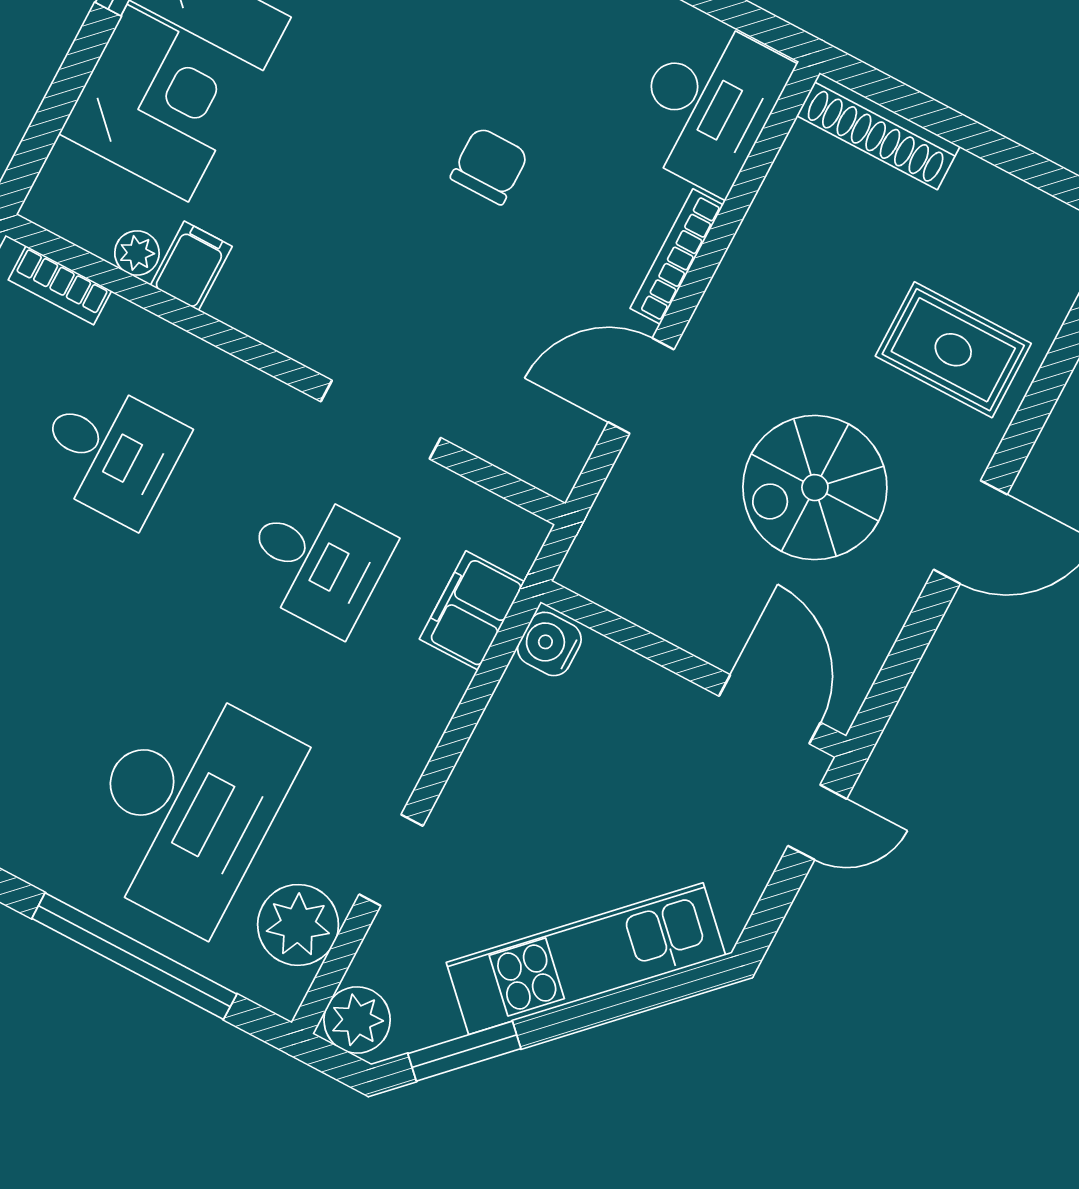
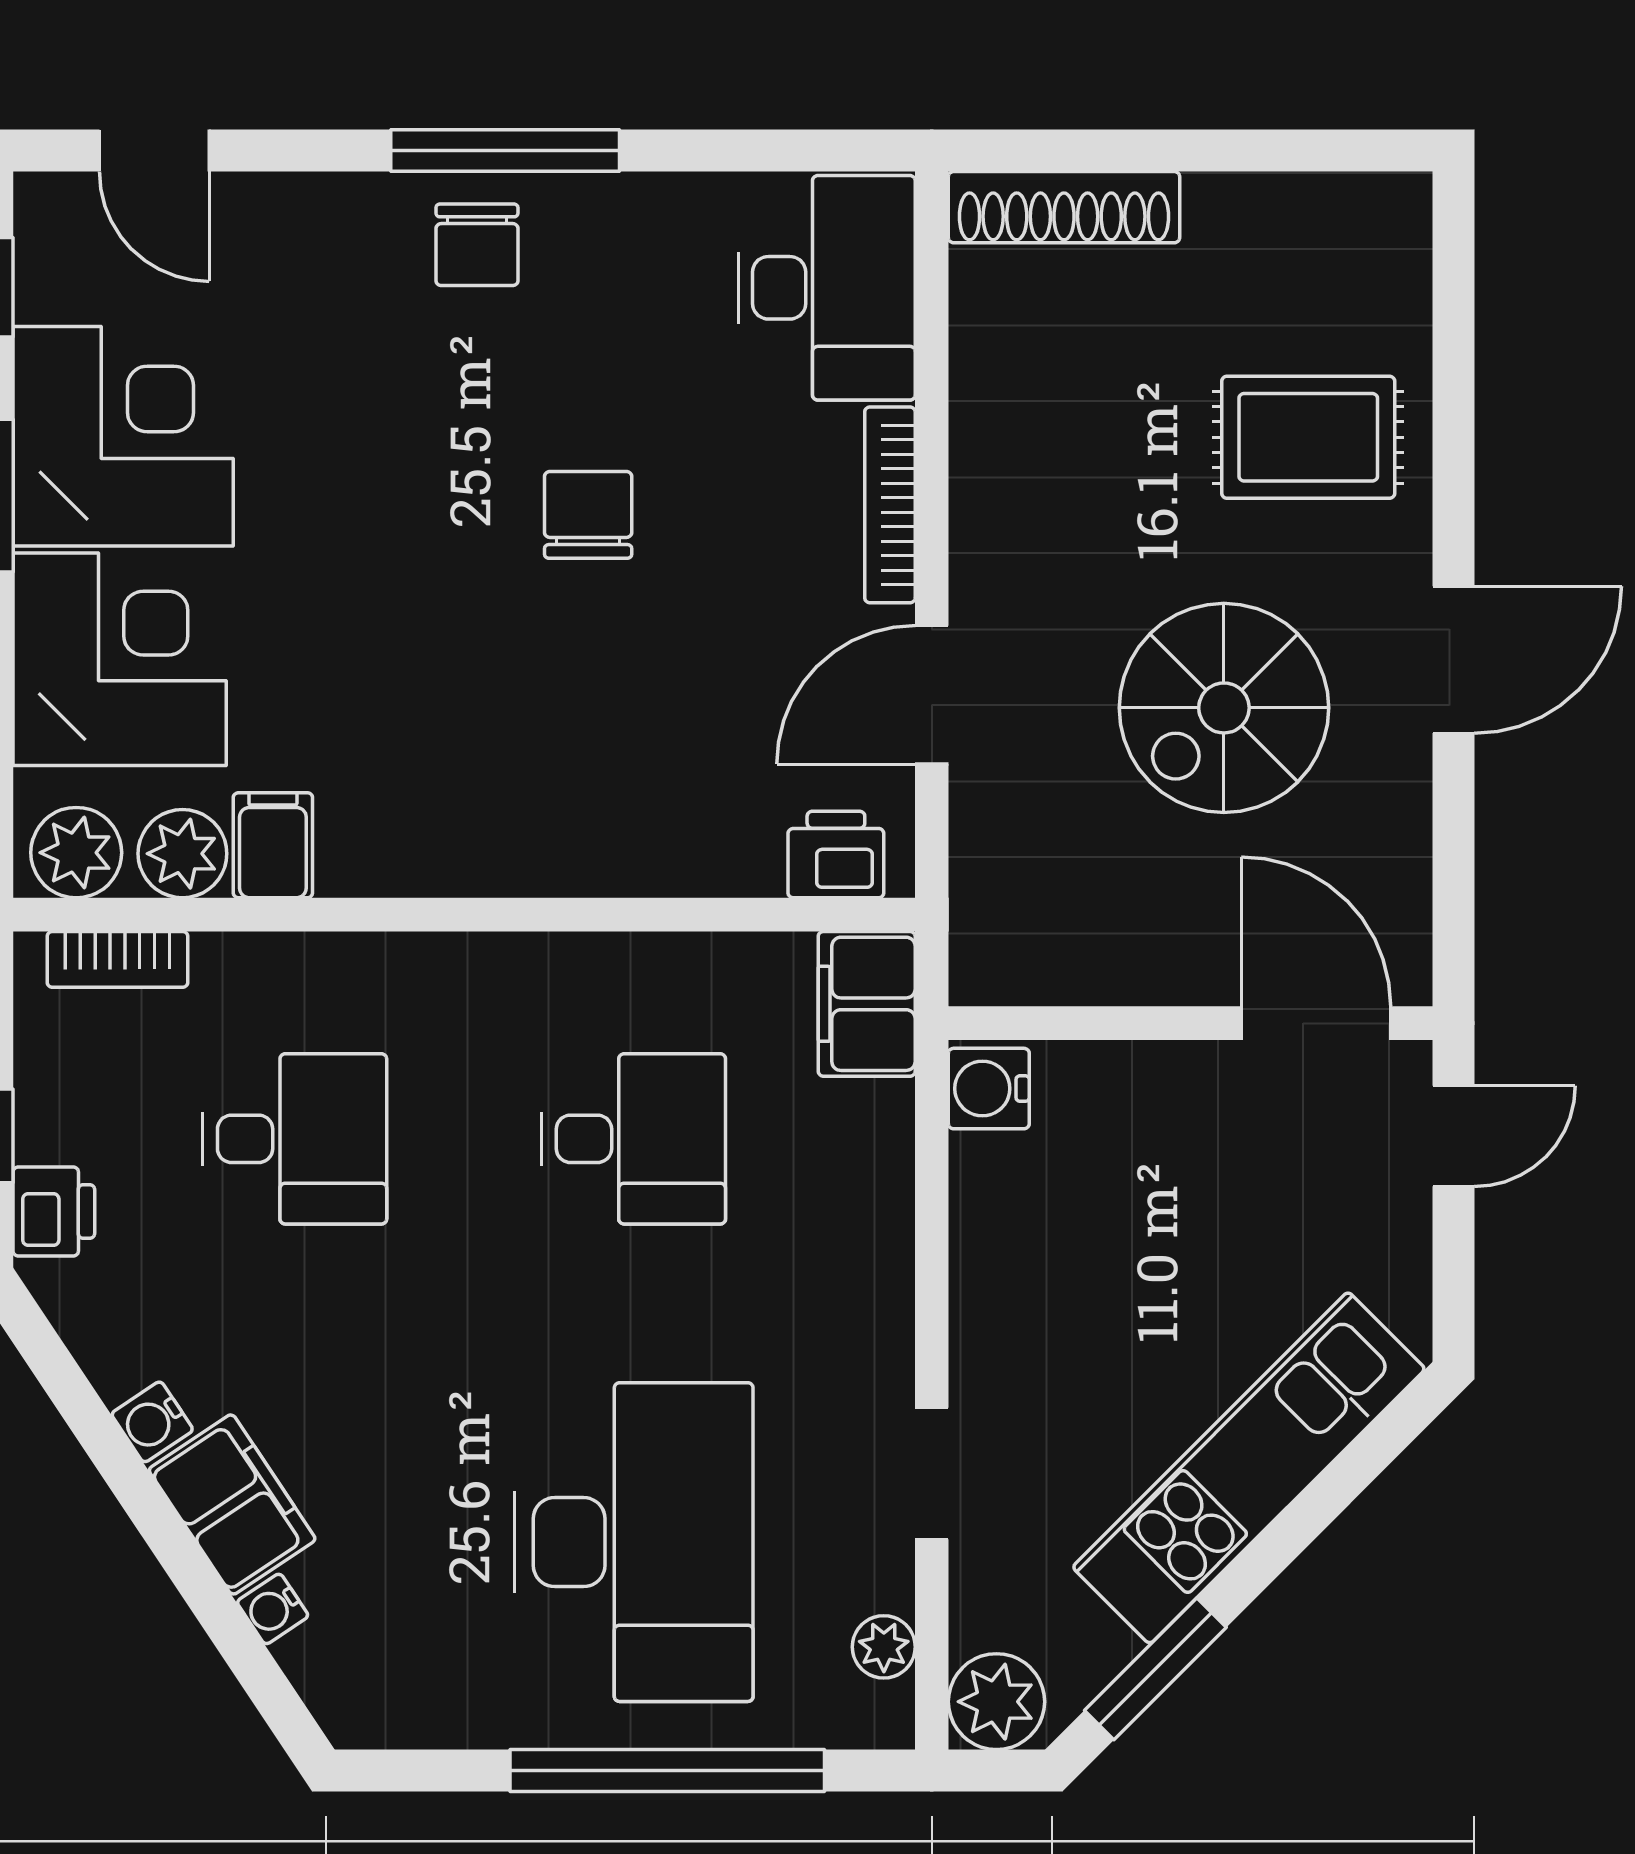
plant: (69, 207) -> (76, 853), added
plant: (137, 253) -> (182, 854), width x1.38, depth x1.38
doorway: (381, 420) -> (620, 915), removed
printer: (531, 452) -> (836, 854), added
filing cabinet: (472, 610) -> (867, 1004), moved
plant: (298, 925) -> (884, 1647), width x0.53, depth x0.53

